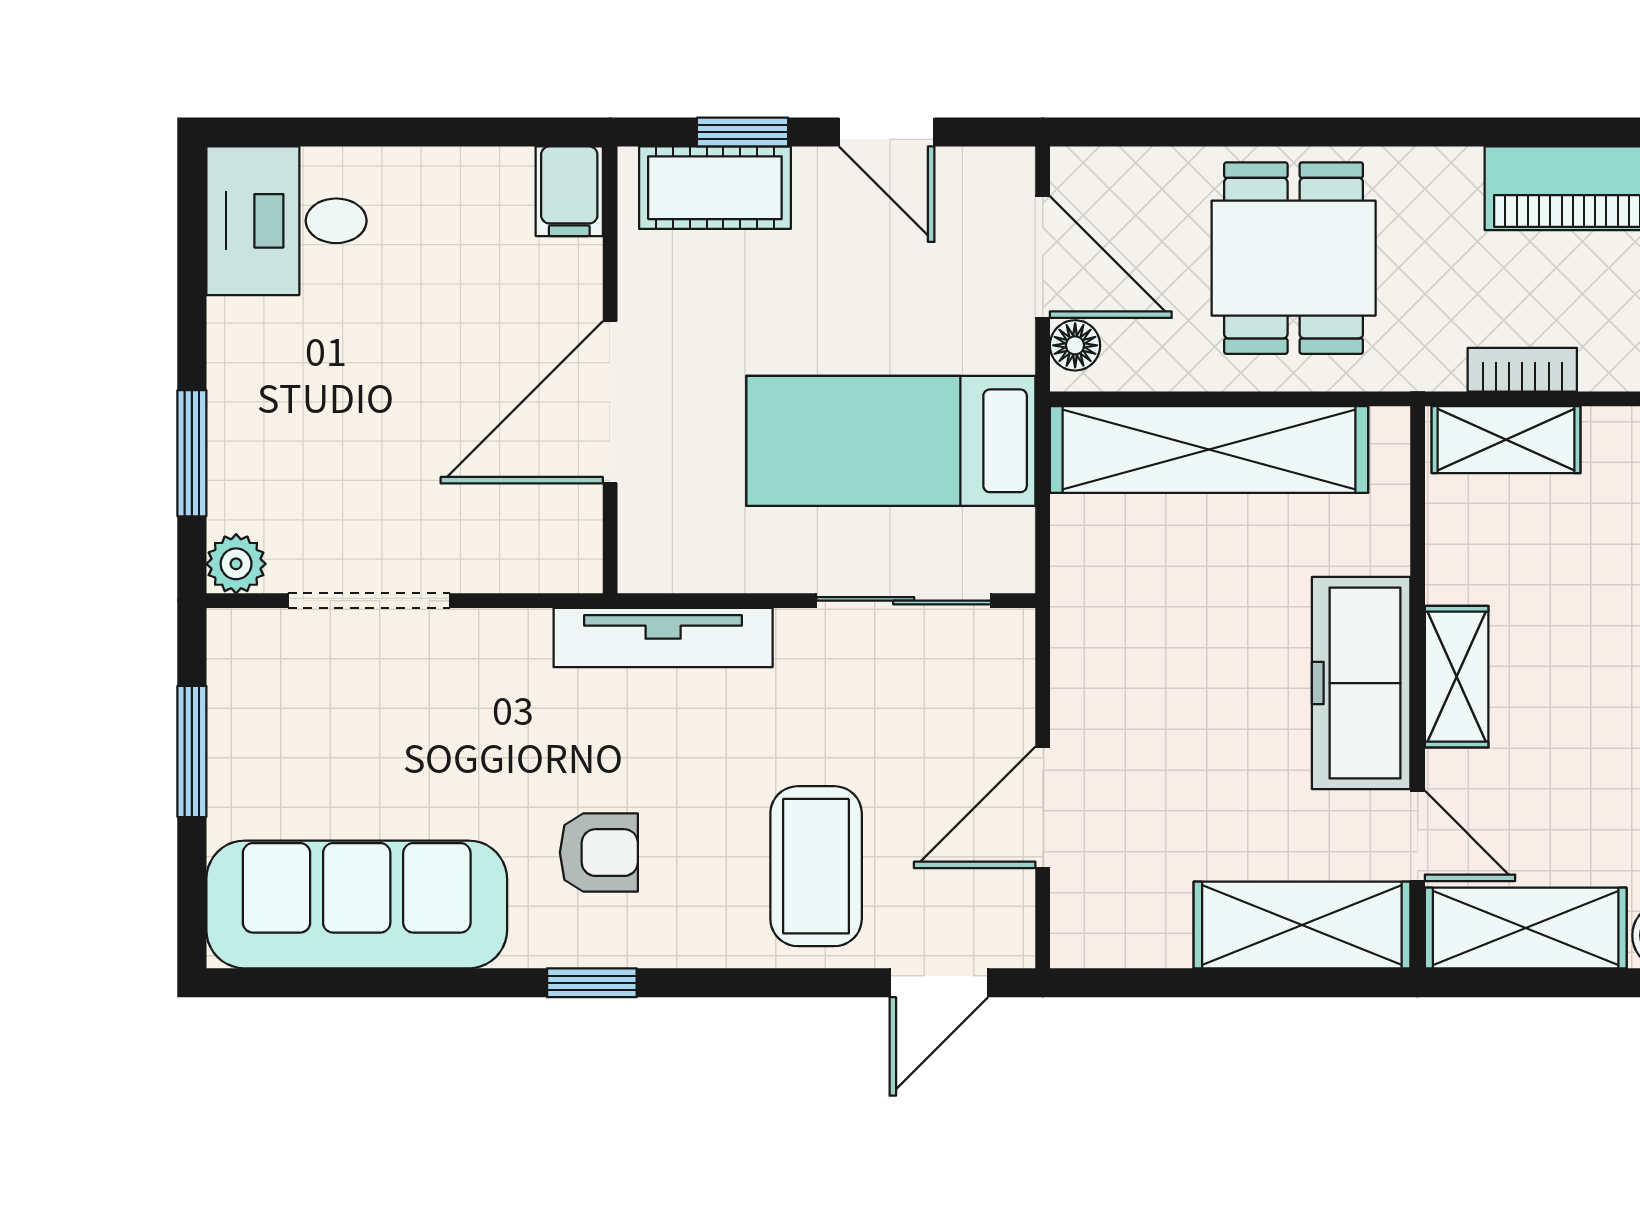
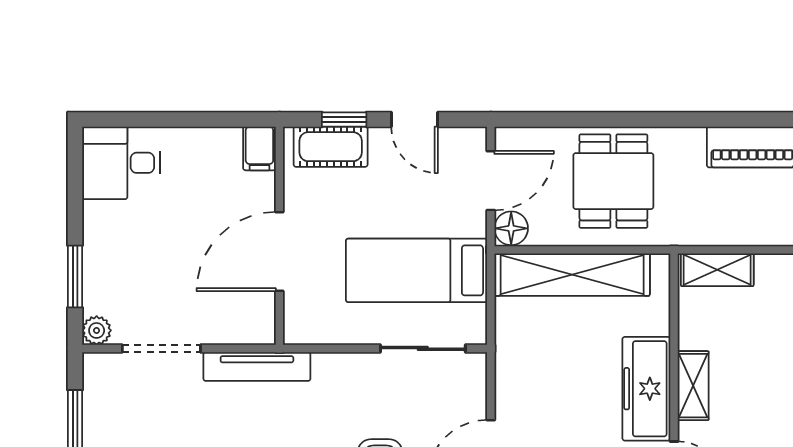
door: (1043, 257) -> (491, 181), hinge flipped
floor lamp: (1075, 345) -> (511, 228), width x1.37, depth x1.37
bookcase: (1522, 370) -> (725, 236), removed
tv unit: (663, 638) -> (257, 367), moved

